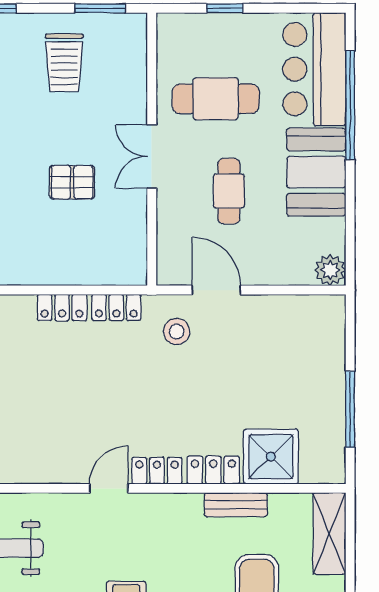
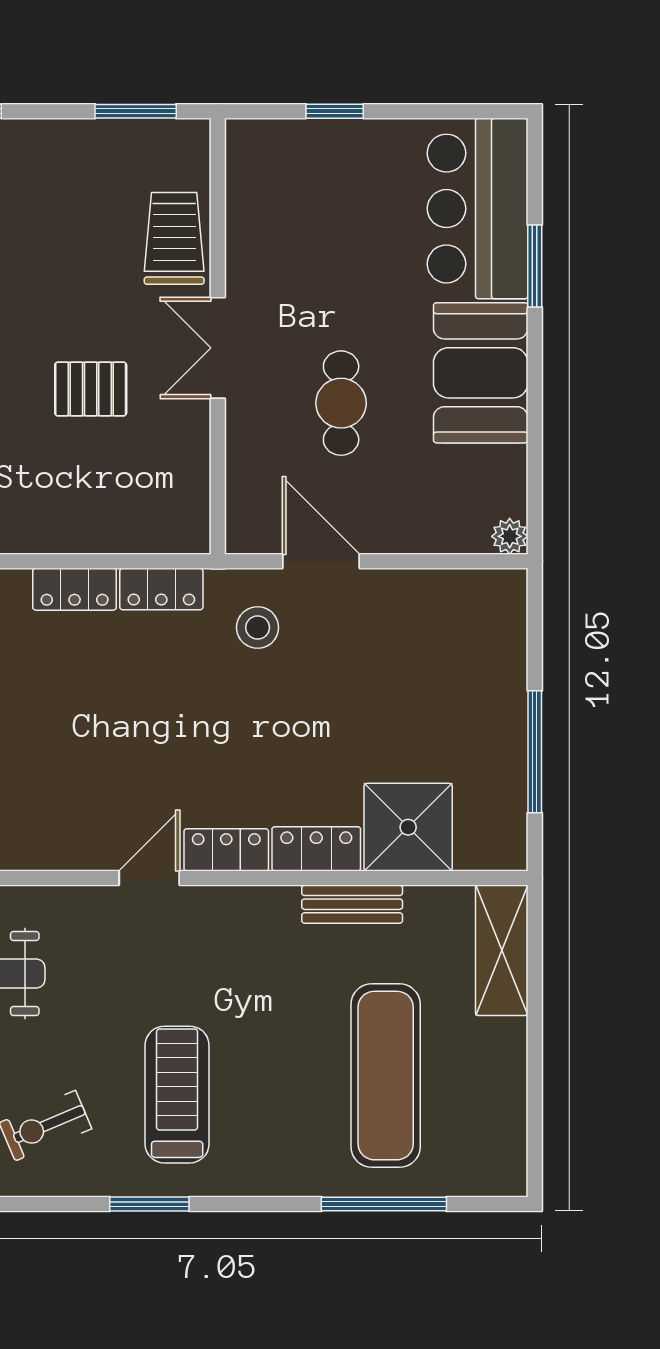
trolley: (64, 63) -> (174, 238), moved, turned 180
cafe table: (216, 99) -> (320, 256), removed
window: (350, 105) -> (535, 266), width x0.47
plant: (330, 270) -> (510, 536), width x0.73, depth x0.73

